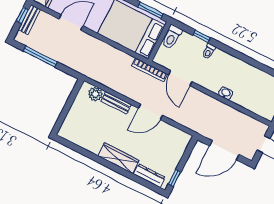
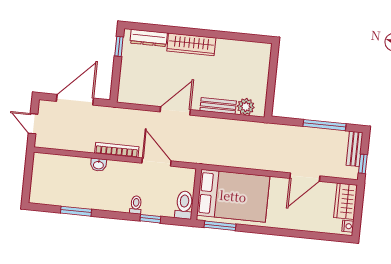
bench: (29, 20) -> (354, 149), moved
window: (257, 64) -> (76, 211), added
bookcase: (150, 70) -> (117, 150), moved

